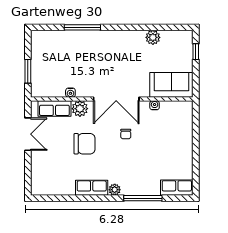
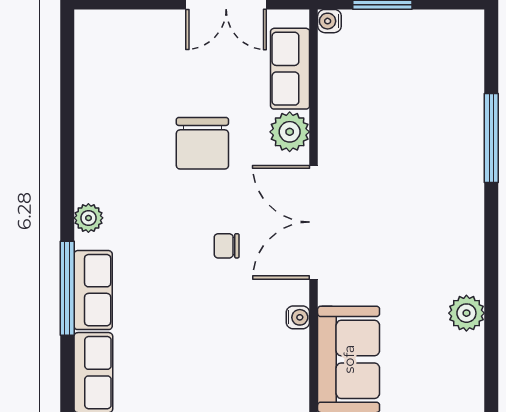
water cooler: (70, 93) -> (329, 21), moved
row of seats: (92, 188) -> (93, 290), moved

